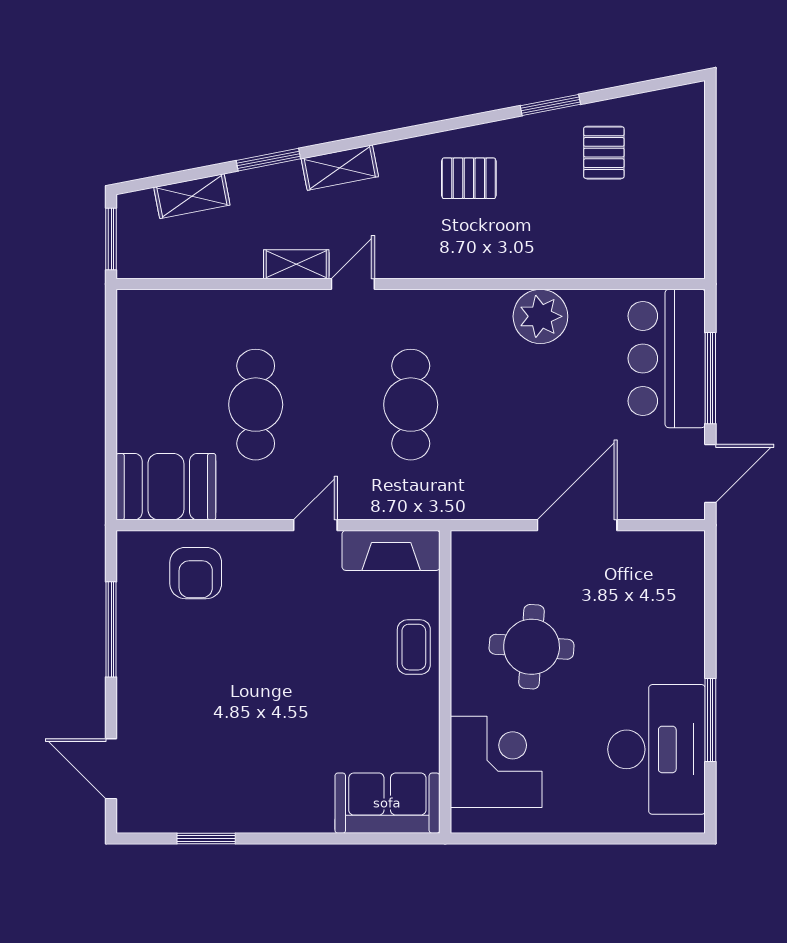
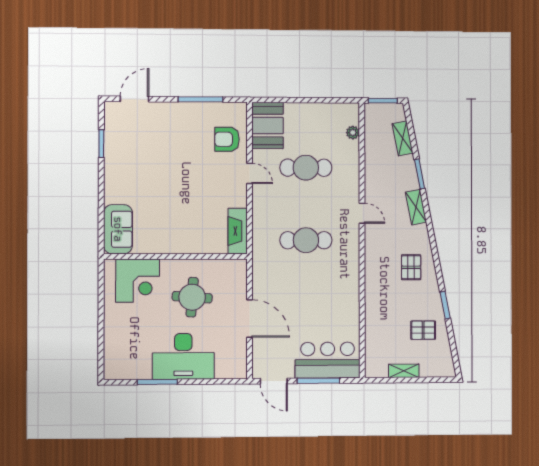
shelving: (296, 264) -> (404, 371), moved, turned 90
plant: (540, 316) -> (353, 133), moved, width x0.53, depth x0.53
door: (315, 525) -> (249, 173), moved
coffee table: (414, 647) -> (192, 242), removed
desk: (657, 749) -> (183, 356), moved

